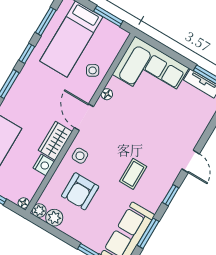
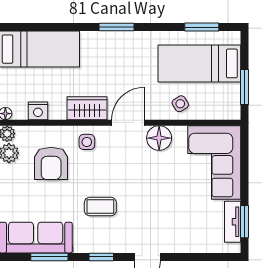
window: (27, 53) -> (158, 27), removed
floor lamp: (107, 94) -> (159, 138), width x1.89, depth x1.89
nightstand: (44, 165) -> (38, 111), moved
armchair: (80, 191) -> (51, 163), turned -90

